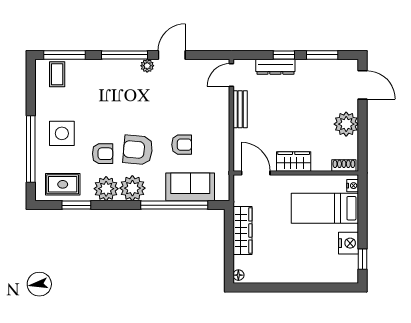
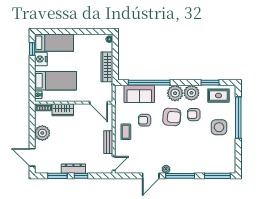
dresser: (275, 67) -> (73, 169), moved
coffee table: (57, 74) -> (126, 132), moved
wardrobe: (294, 161) -> (63, 110), moved
bed: (327, 269) -> (54, 43), added

